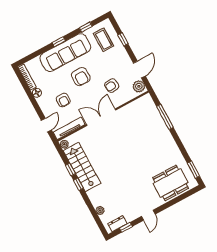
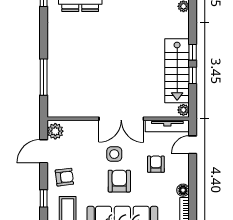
armchair: (112, 86) -> (64, 177), moved
side table: (93, 92) -> (114, 154), added

